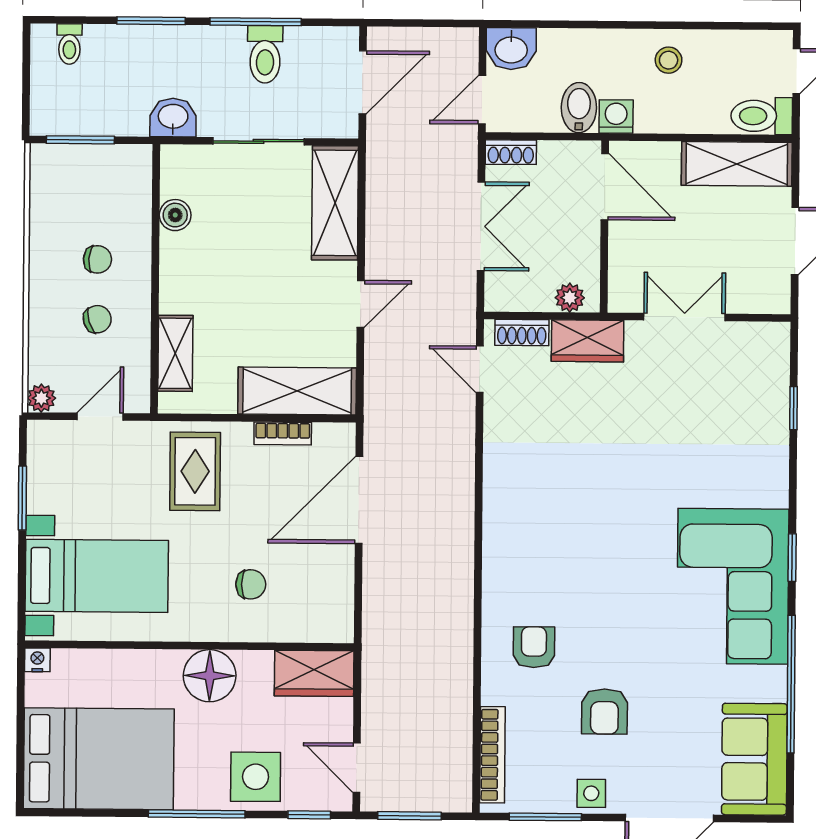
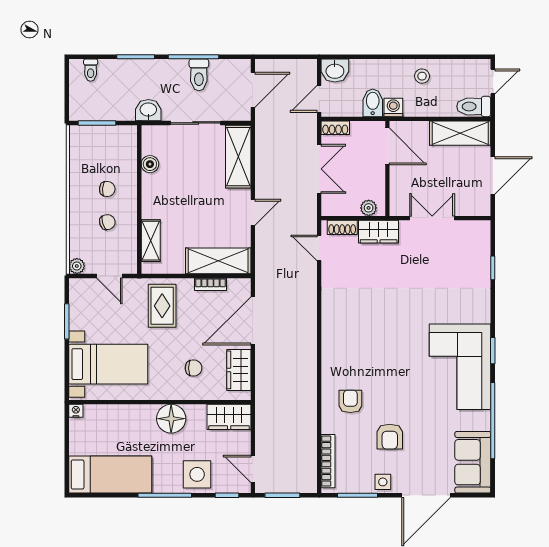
door: (100, 417) -> (109, 276), swing flipped
wardrobe: (333, 589) -> (239, 370), added
bed: (99, 759) -> (110, 474), width x0.67

